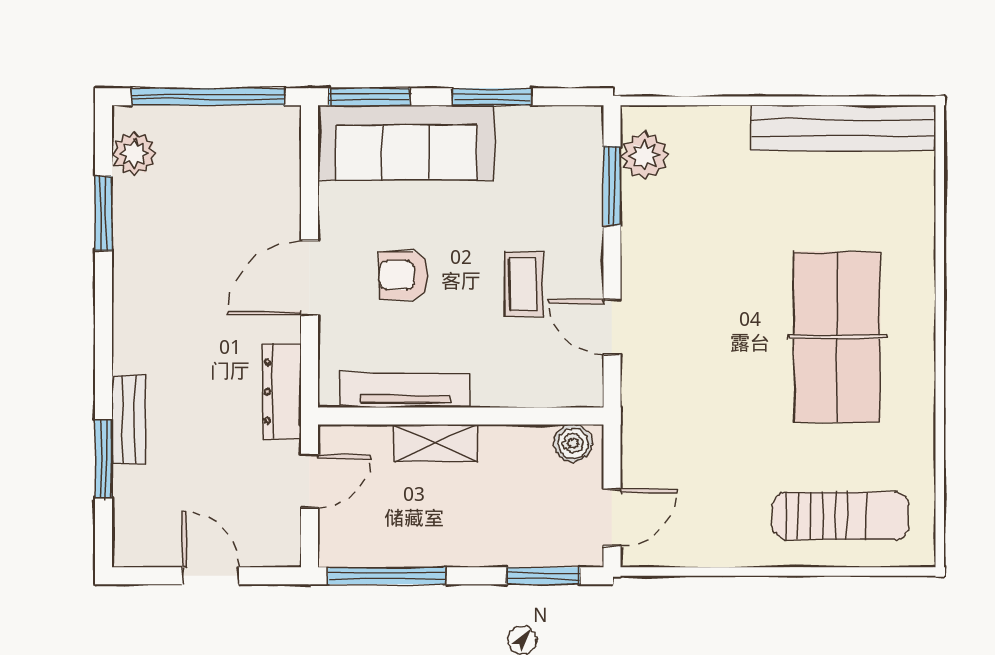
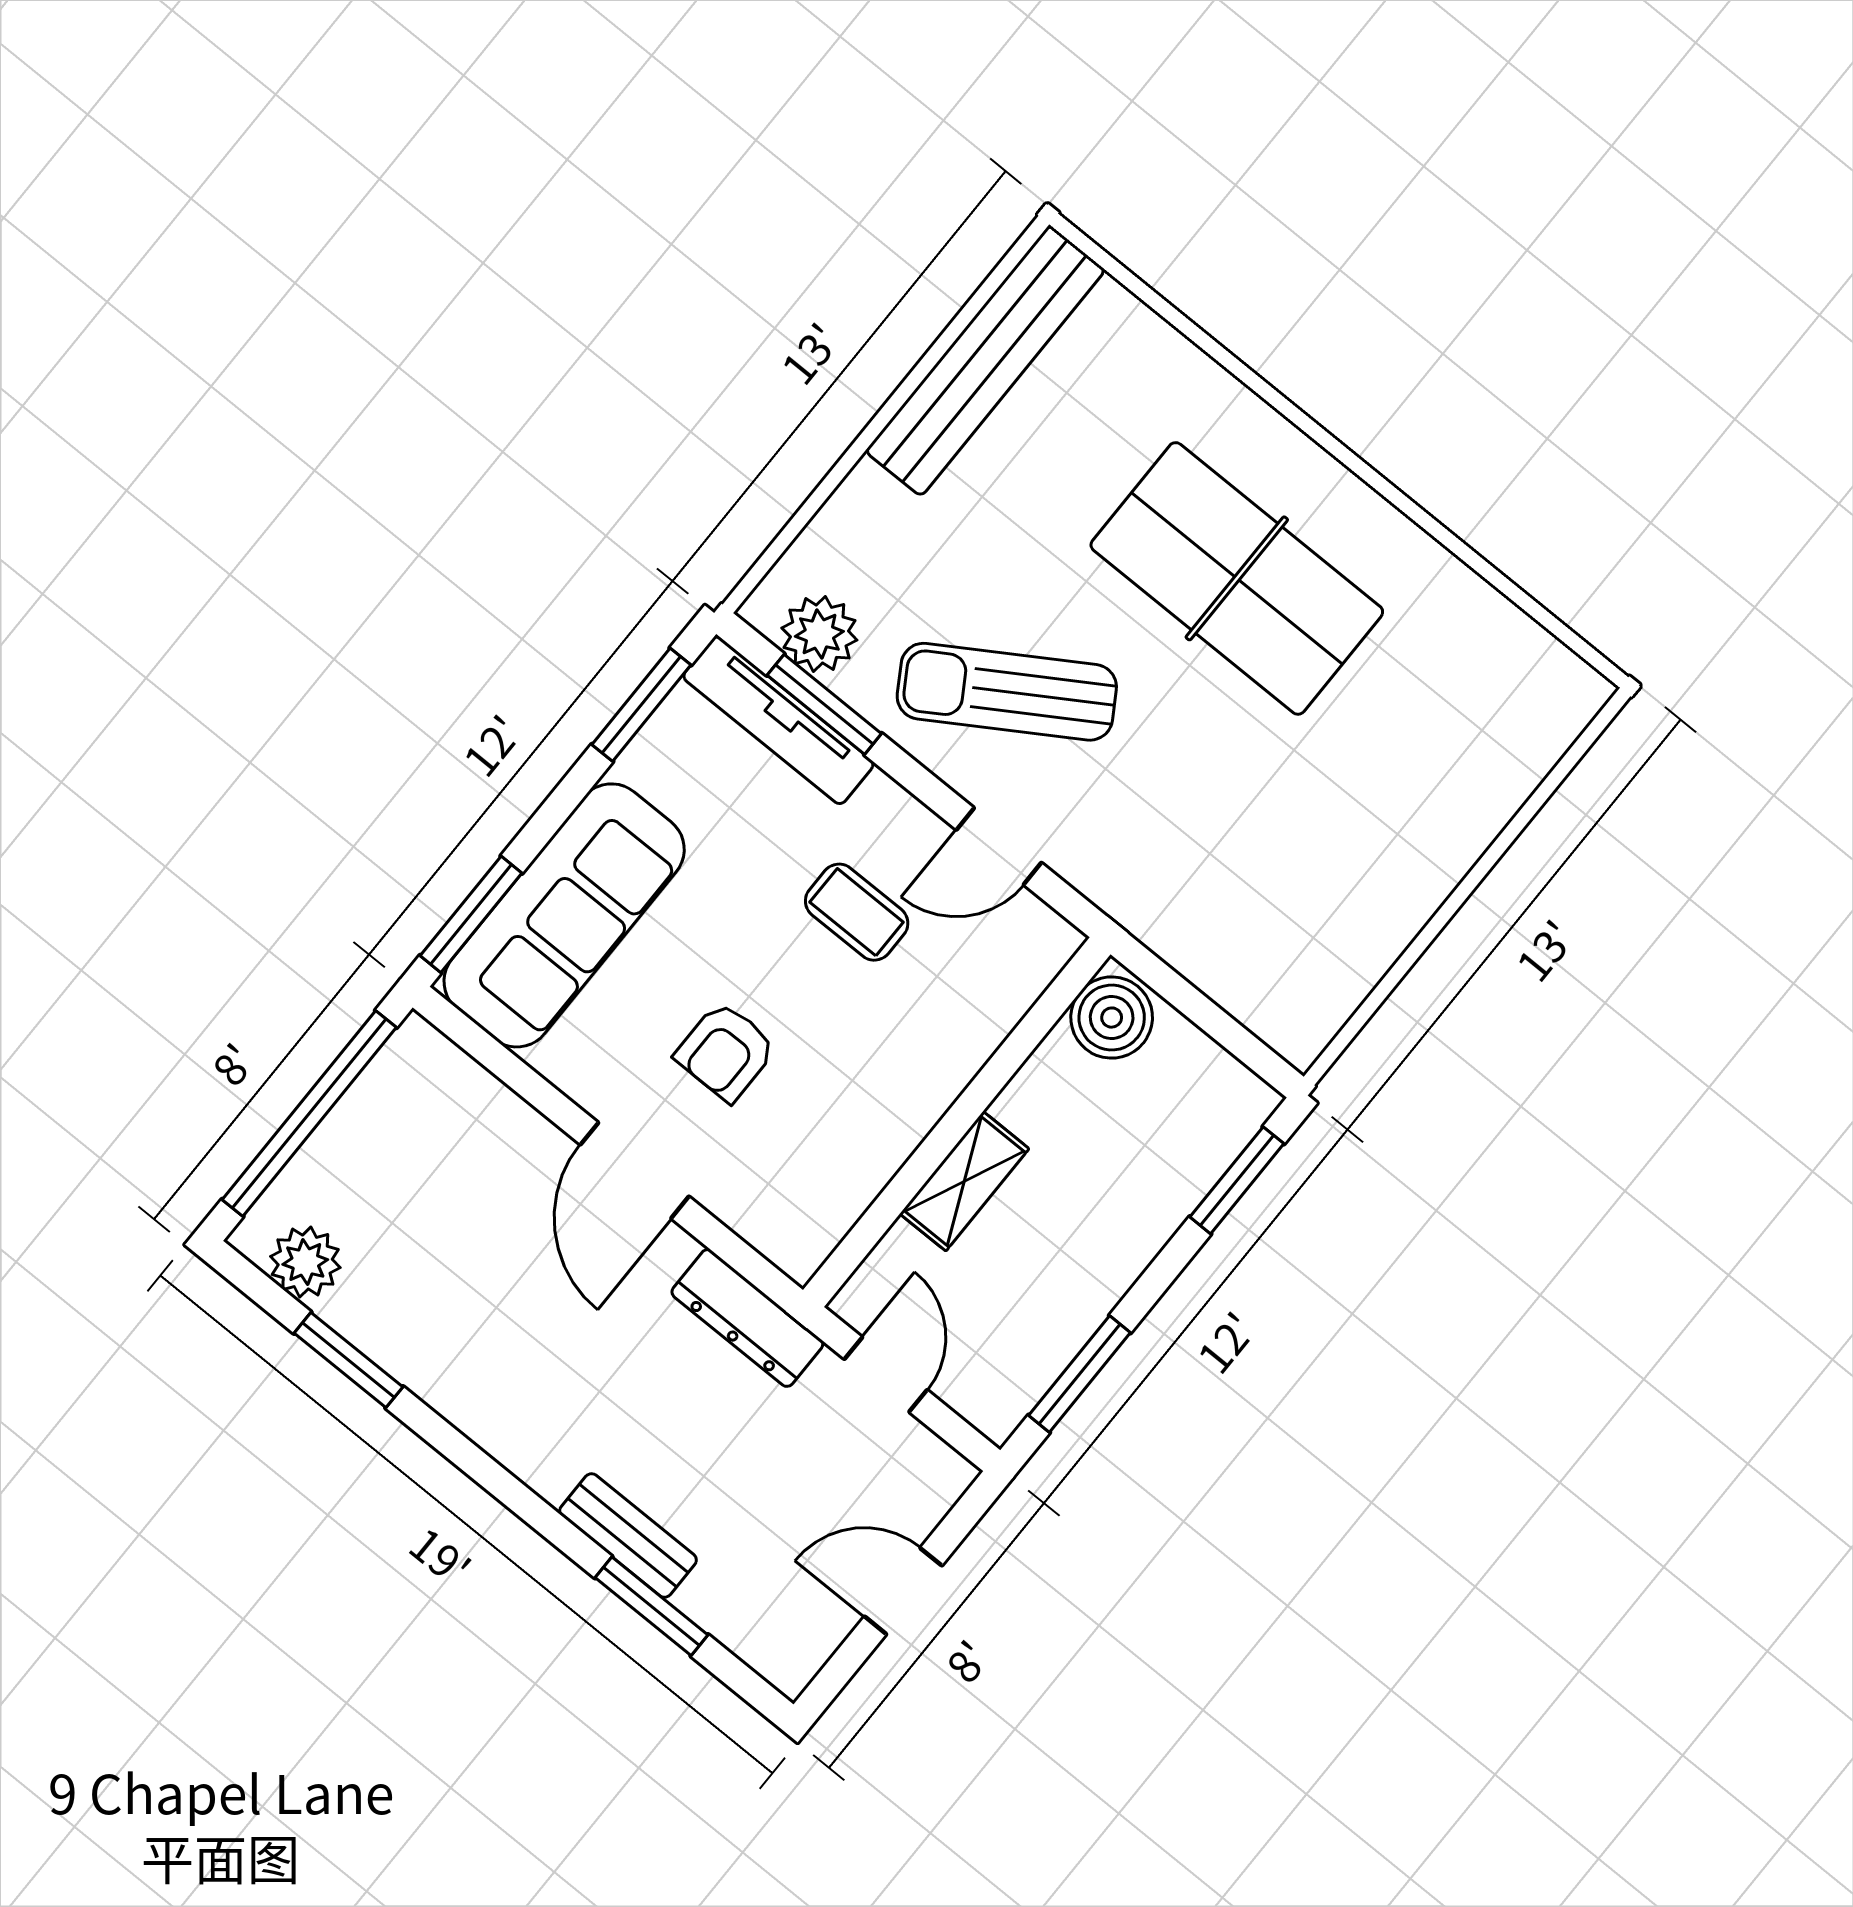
window: (491, 97) -> (641, 705), moved
tv unit: (405, 390) -> (778, 720), moved, turned -90
boiler: (573, 443) -> (1112, 1018), width x1.36, depth x1.36
sun lounger: (841, 516) -> (1007, 692), moved, turned -122
door: (612, 518) -> (1234, 1037), removed
window: (387, 576) -> (1080, 1374), width x0.69

